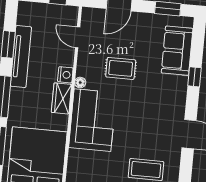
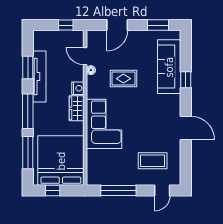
sofa: (177, 51) -> (169, 67), width x1.36
floor lamp: (80, 83) -> (91, 70), moved

